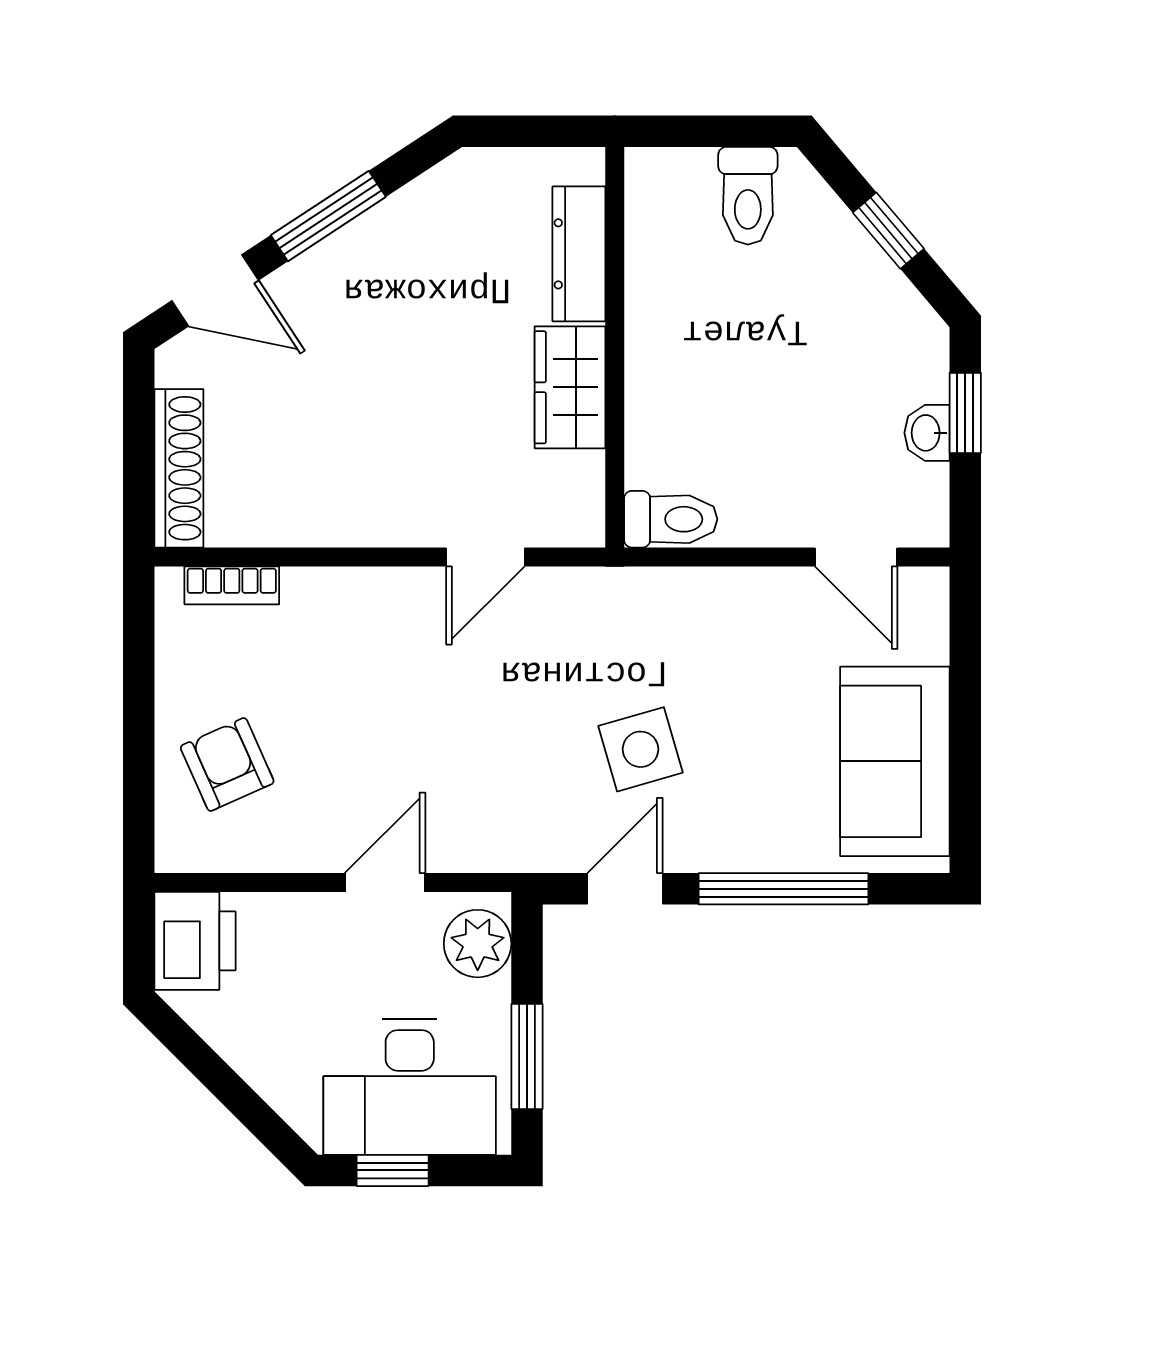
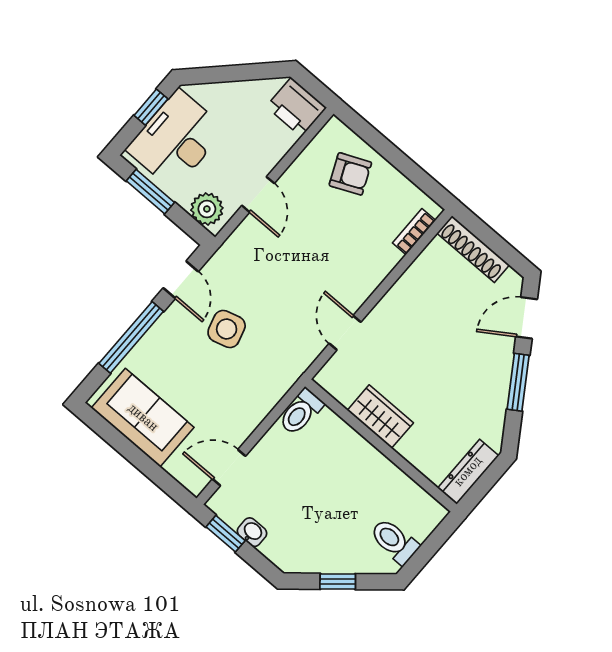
dresser: (579, 254) -> (468, 472), moved, turned -90
window: (965, 413) -> (226, 534), moved

